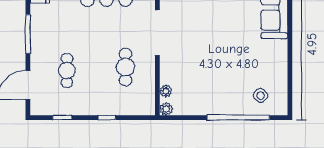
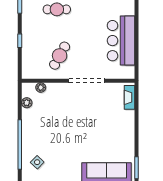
cafe table: (126, 67) -> (60, 56), turned -61
plant: (166, 109) -> (27, 103), moved

